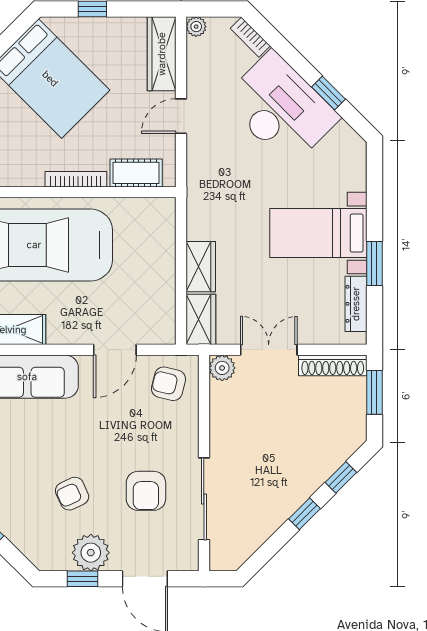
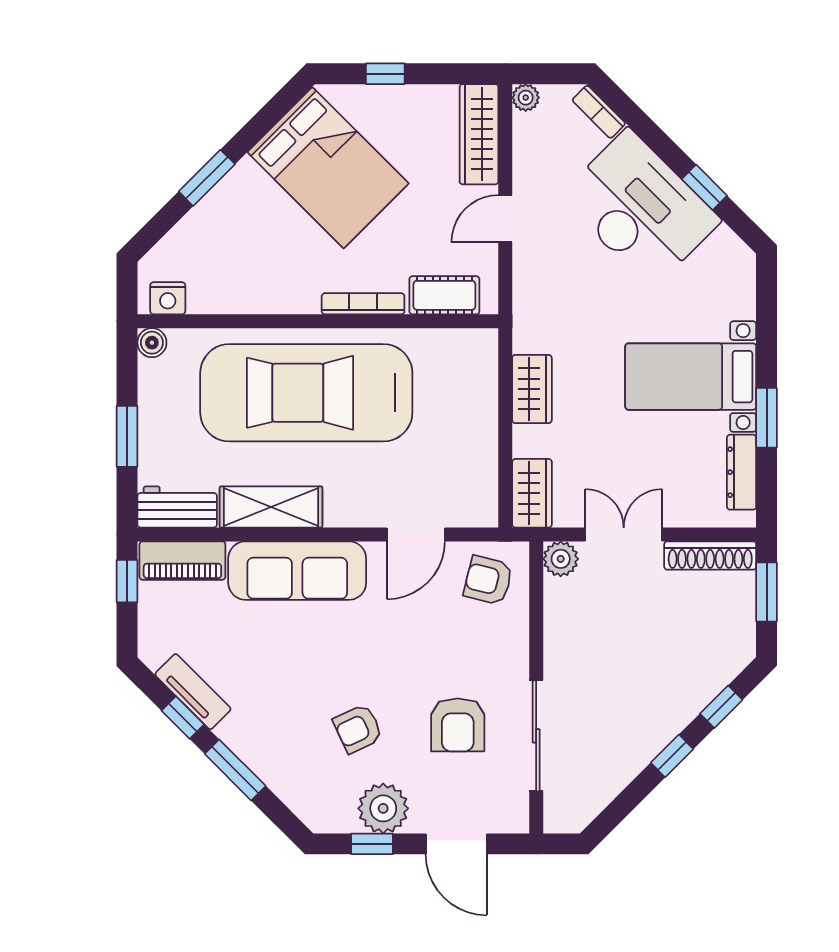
wardrobe: (201, 267) -> (532, 389), moved

